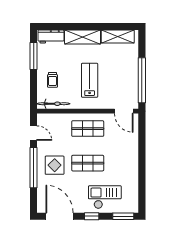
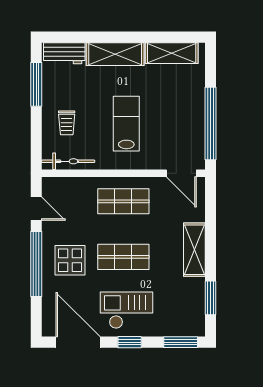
shelving: (132, 159) -> (194, 250), added
window: (142, 189) -> (211, 298), added
checkout: (105, 197) -> (126, 310), moved

